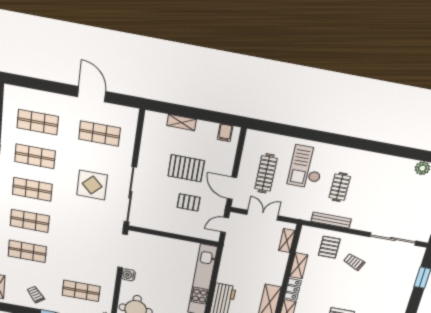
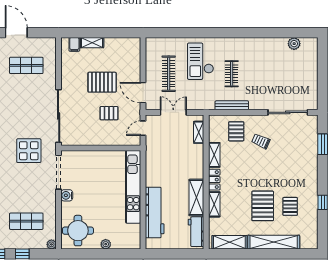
filing cabinet: (225, 133) -> (74, 44), moved
display table: (92, 185) -> (29, 151), moved

